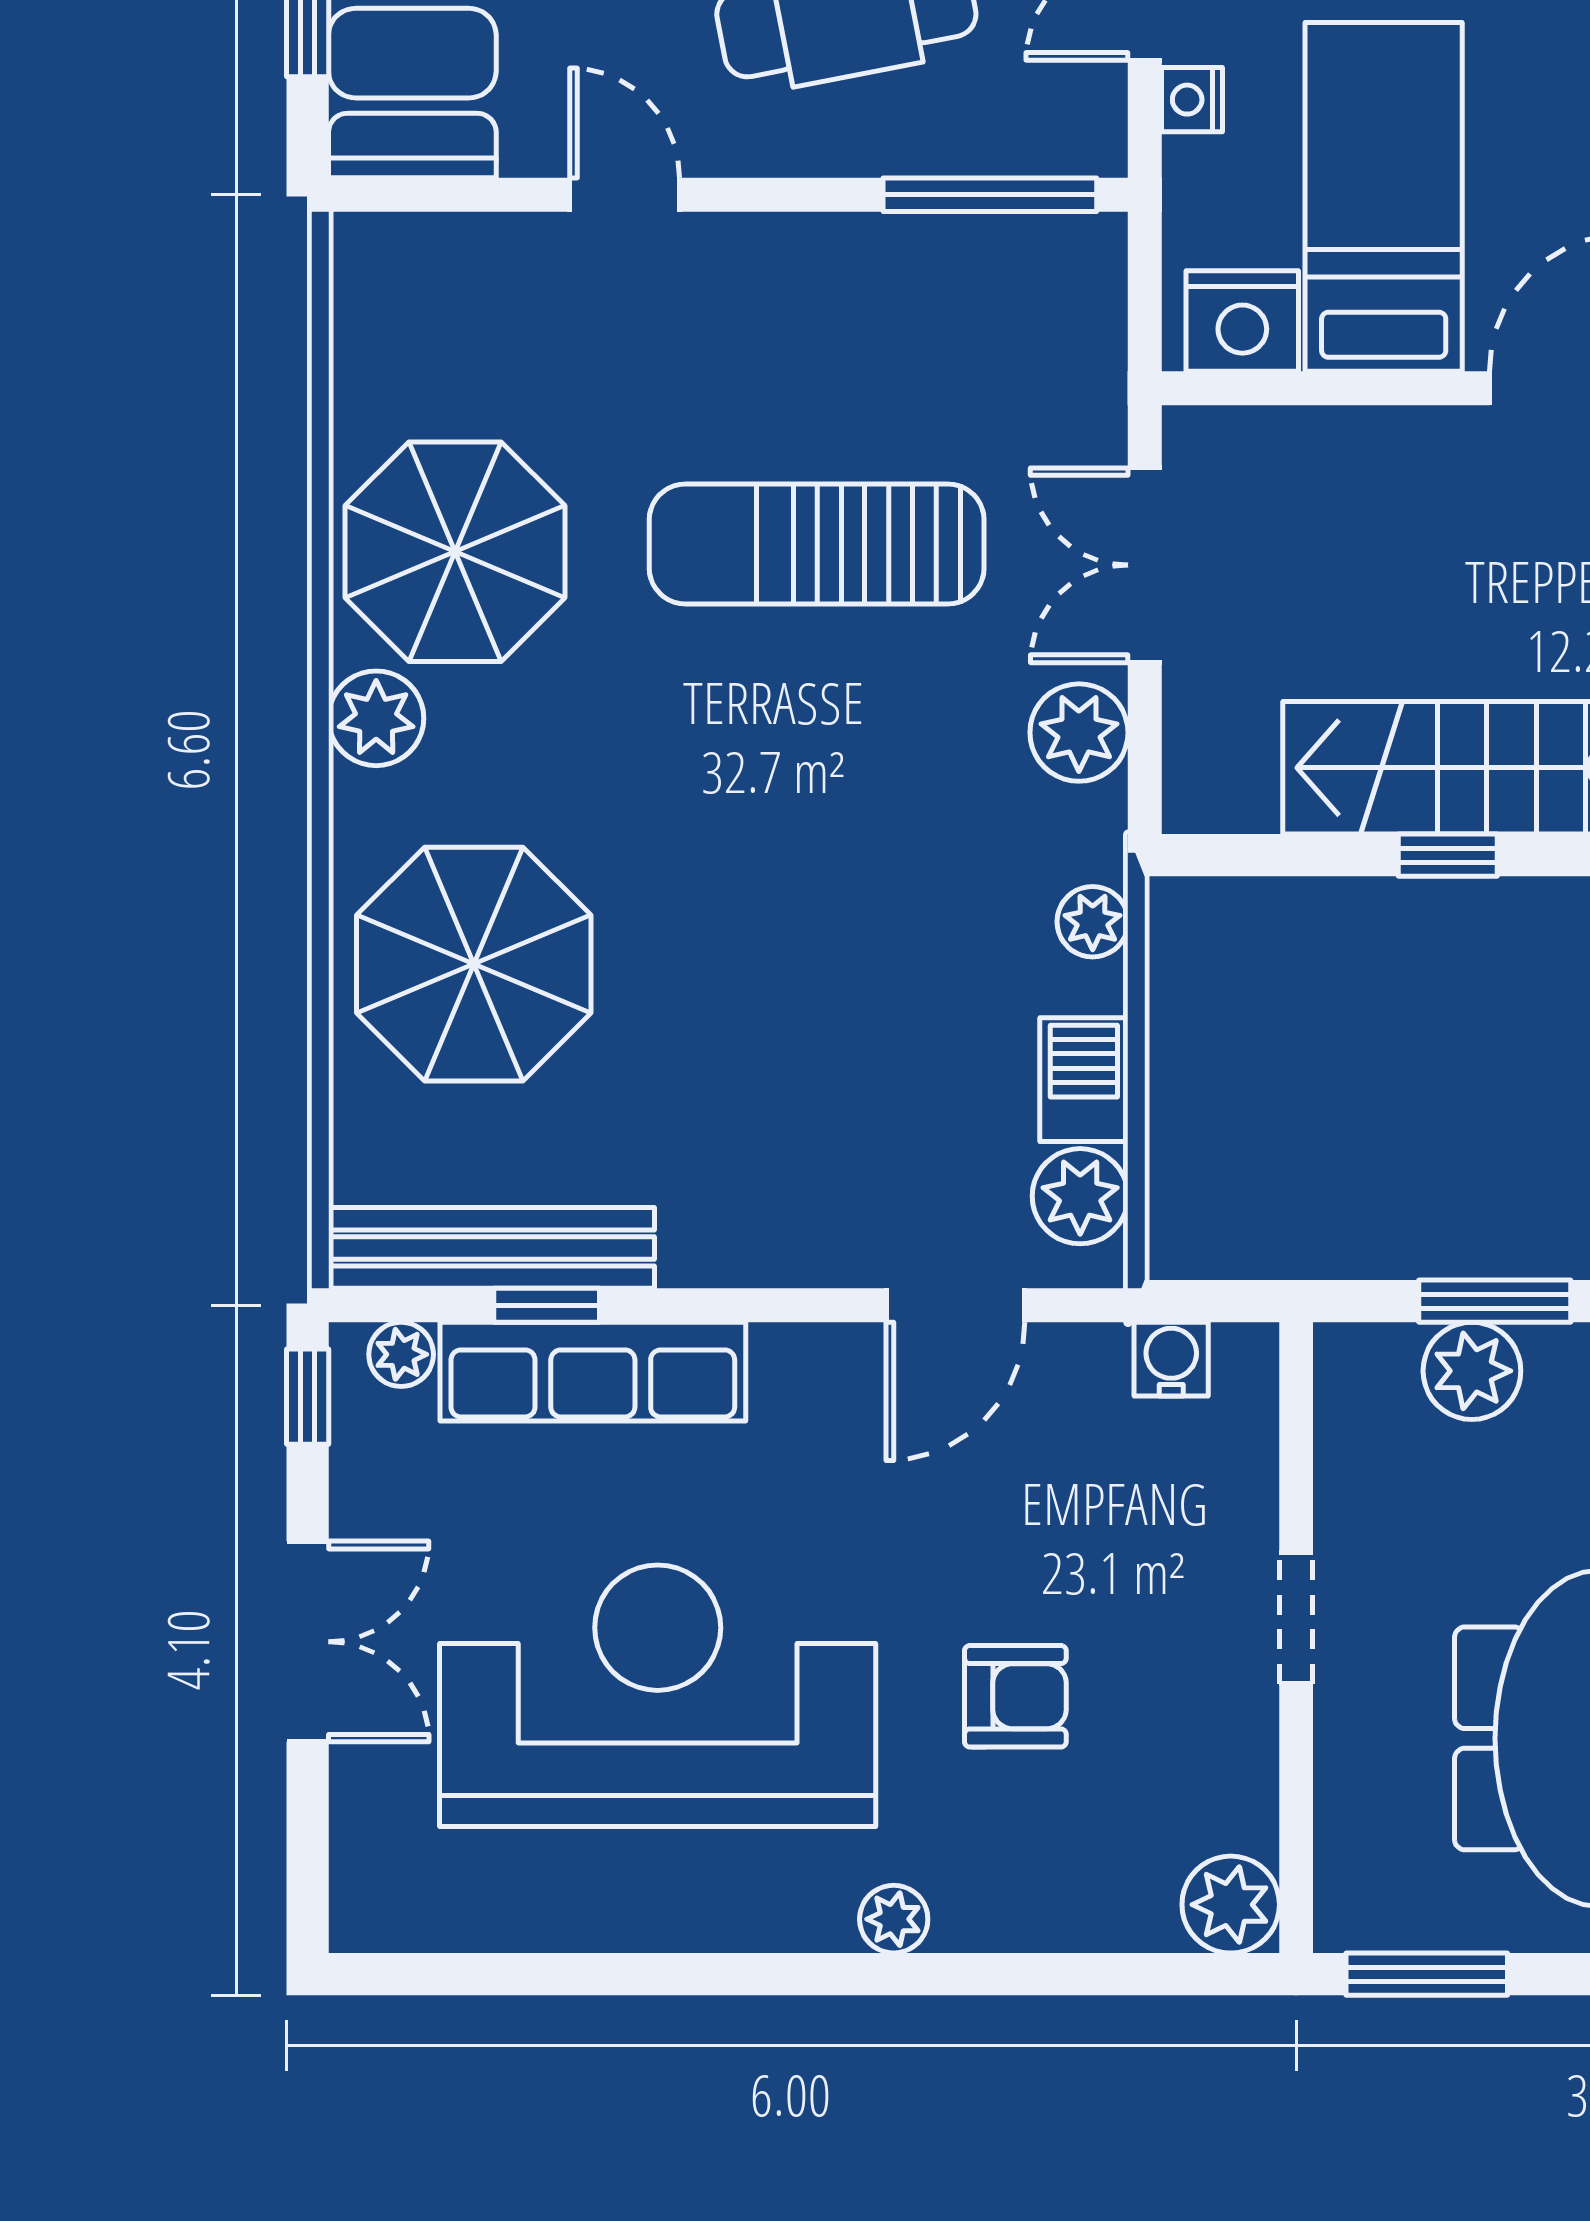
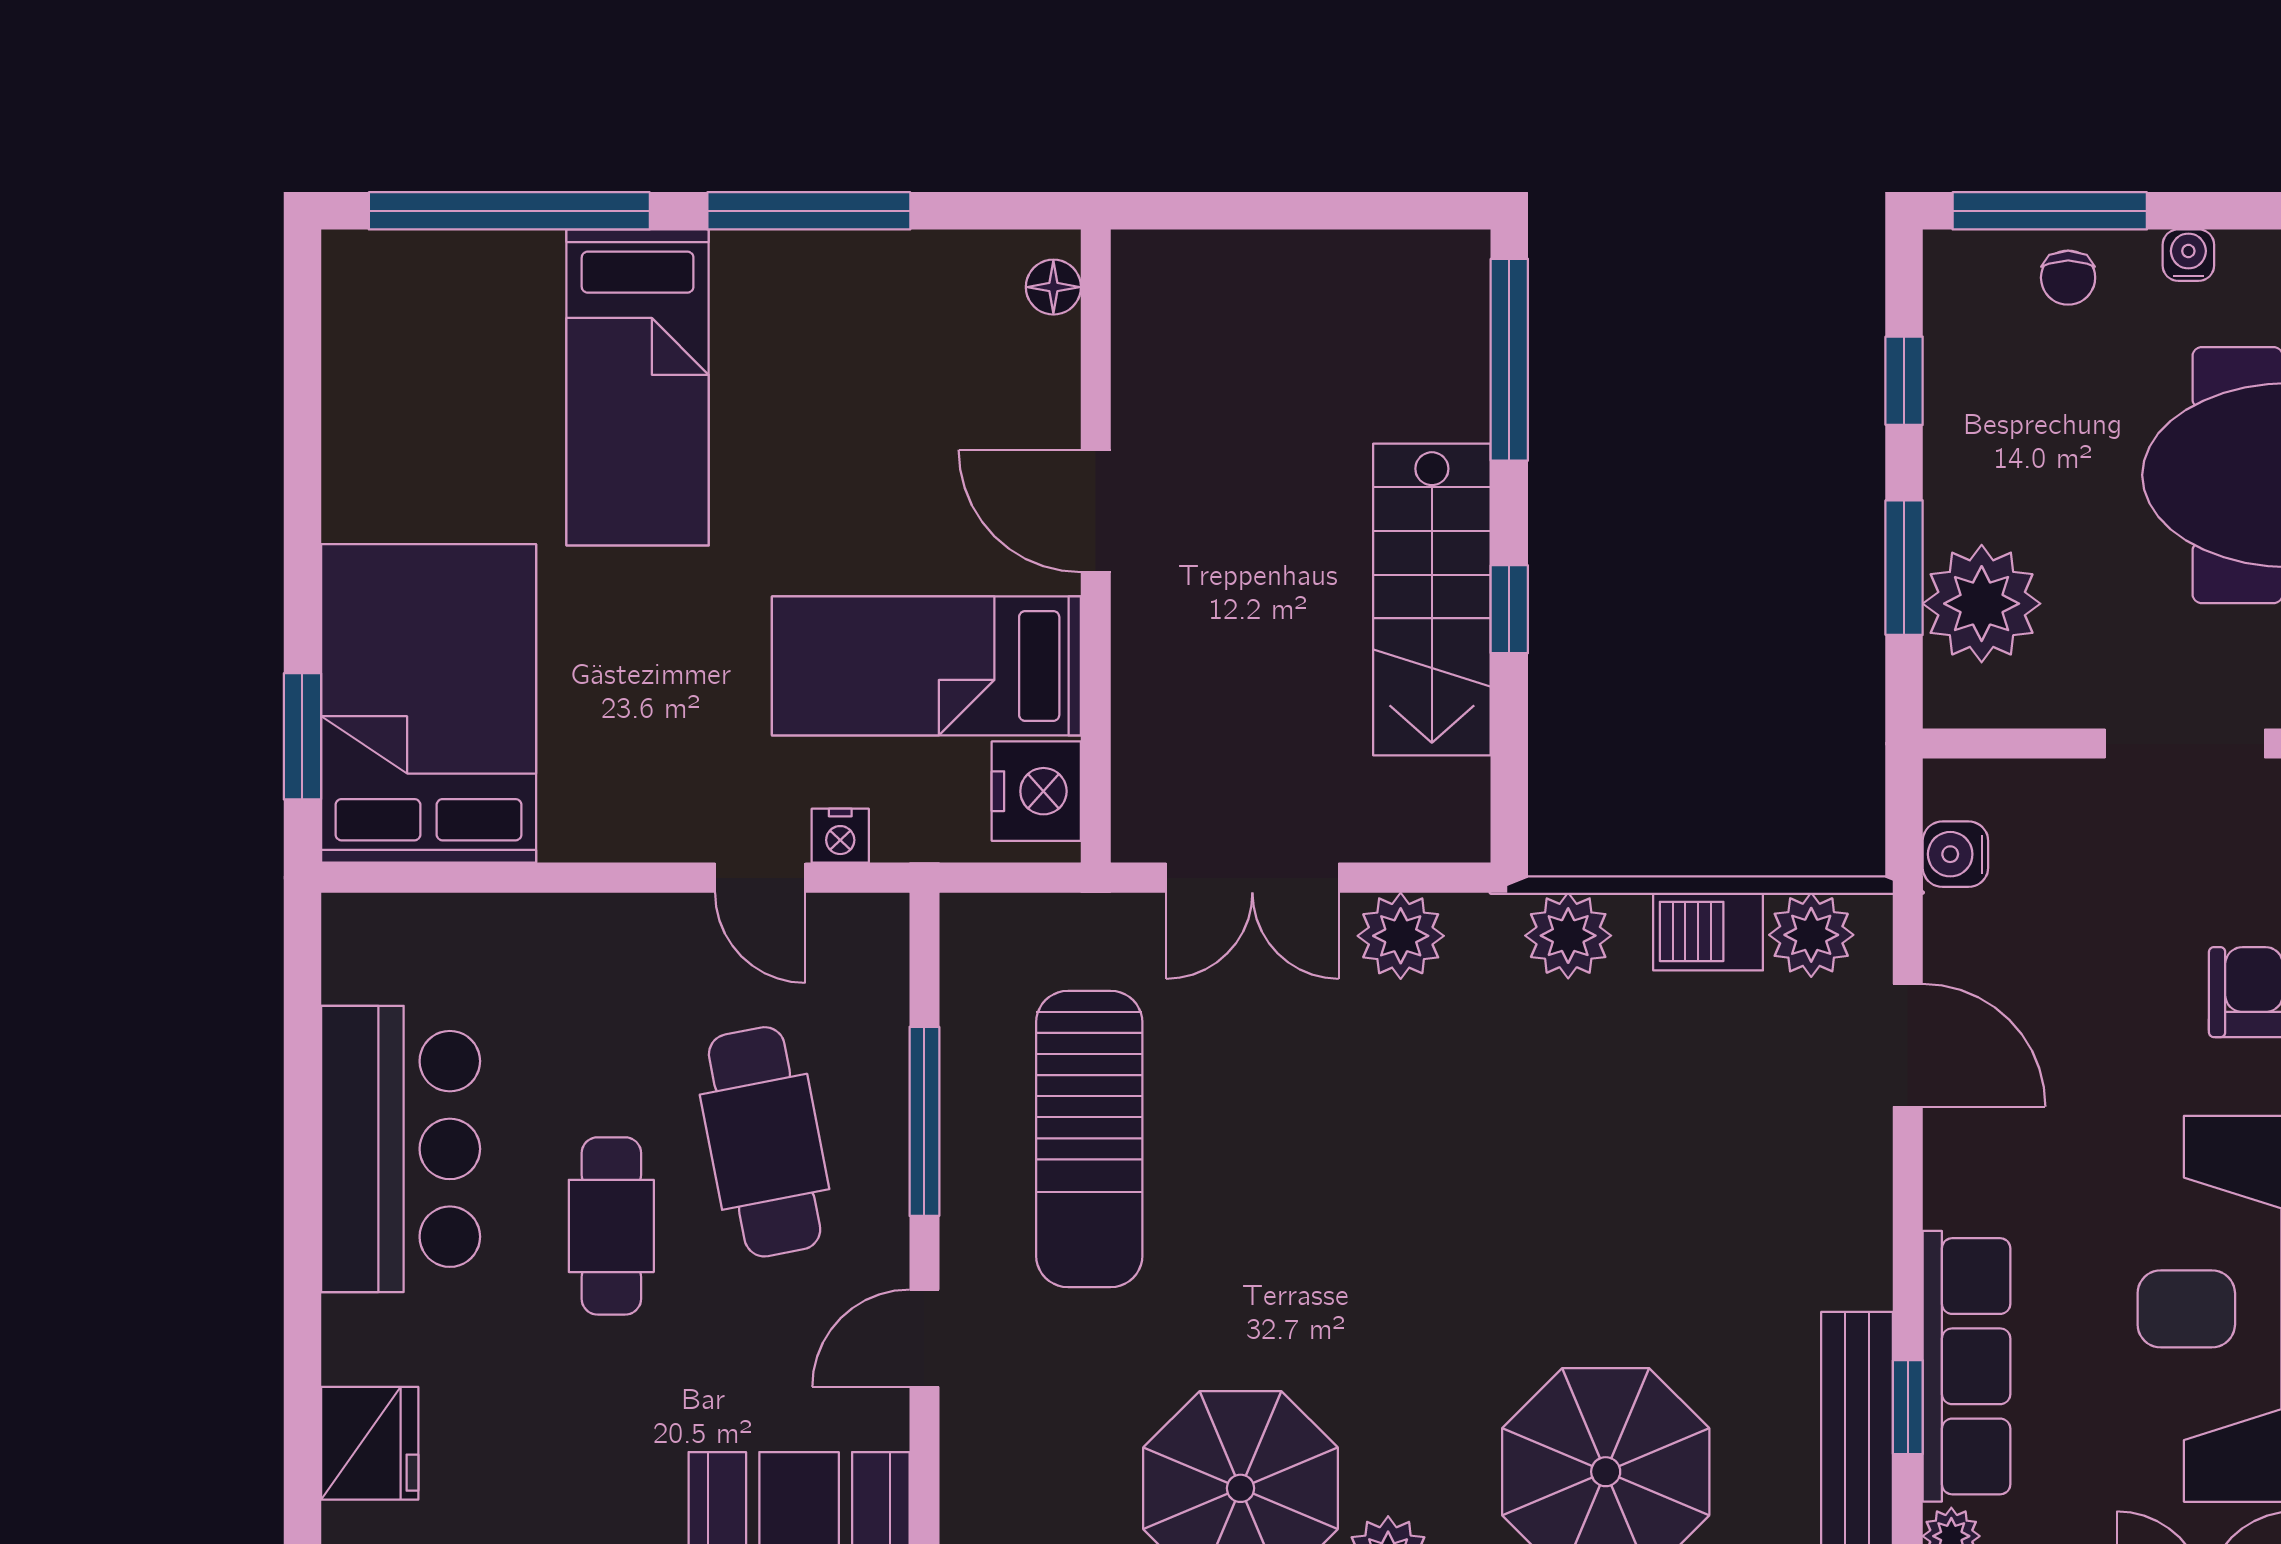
window: (990, 195) -> (924, 1121), moved
sun lounger: (817, 544) -> (1089, 1139), moved
plant: (1093, 922) -> (1568, 936), width x1.38, depth x1.38
plant: (1472, 1371) -> (1982, 604), width x1.36, depth x1.36
doorway: (1296, 1618) -> (2185, 744), width x1.38

